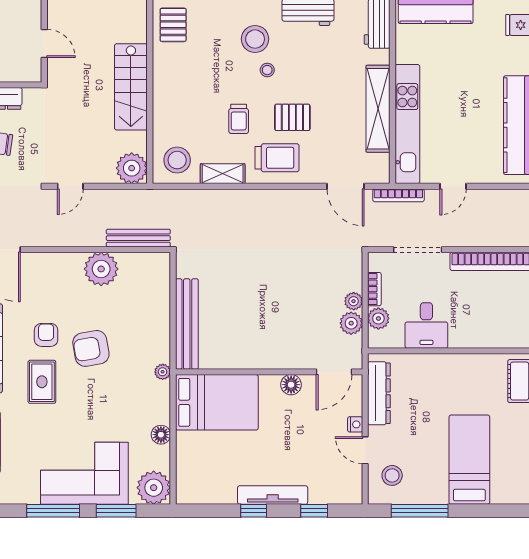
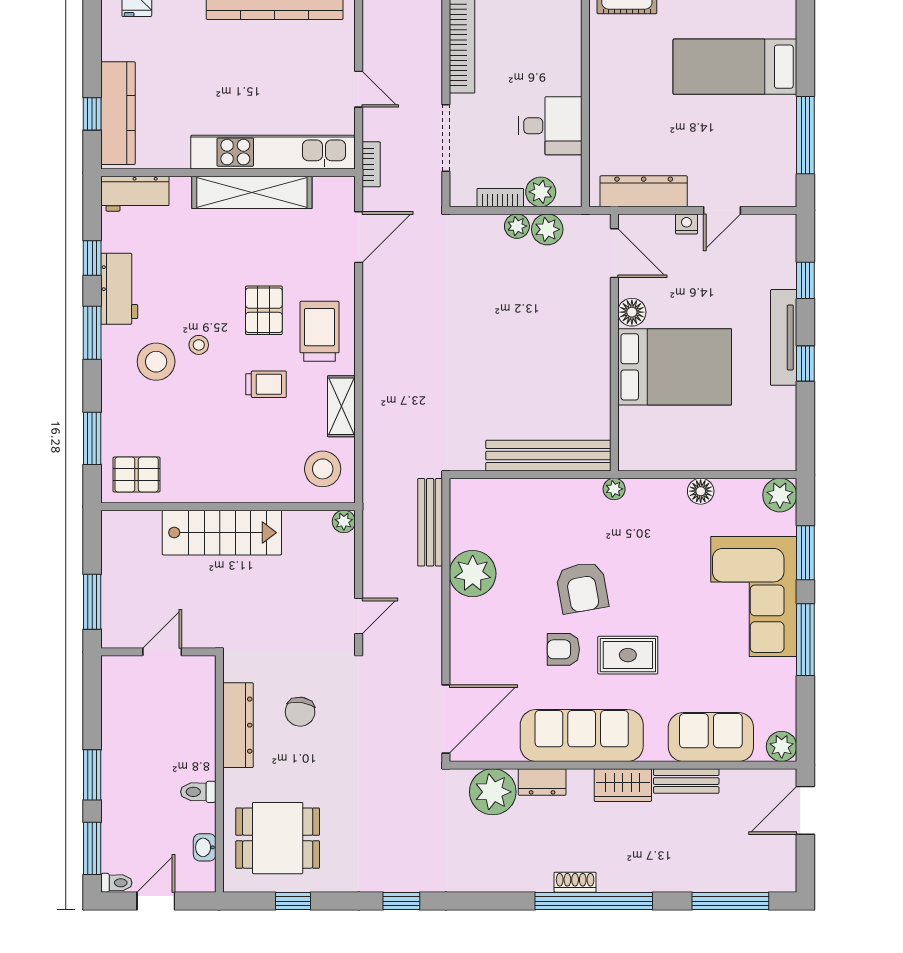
plant: (132, 168) -> (344, 521), width x0.53, depth x0.53
door: (70, 186) -> (359, 616), hinge flipped
bookcase: (398, 195) -> (371, 164), width x0.64
bed: (217, 402) -> (675, 367), moved, turned 90
stool: (392, 475) -> (757, 173), removed
plant: (154, 488) -> (780, 495), width x0.73, depth x0.73

